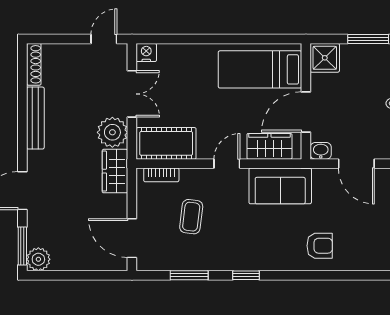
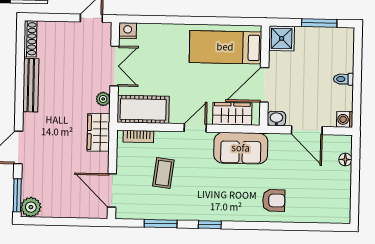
plant: (112, 132) -> (103, 99), width x0.53, depth x0.53

